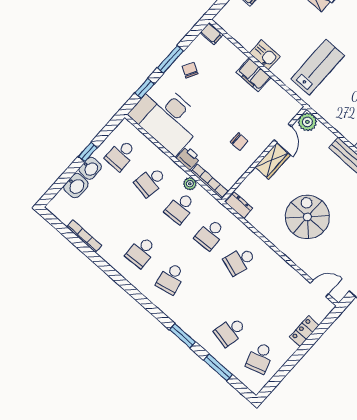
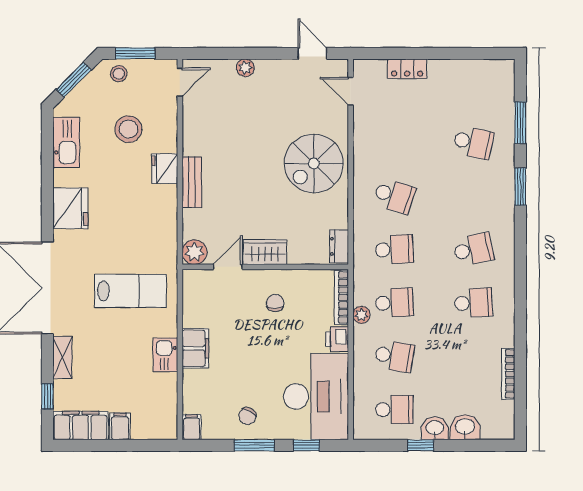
lab bench: (318, 67) -> (131, 291), turned 180
spiral stairs: (307, 217) -> (314, 163), moved
school desk: (260, 358) -> (473, 89), removed

